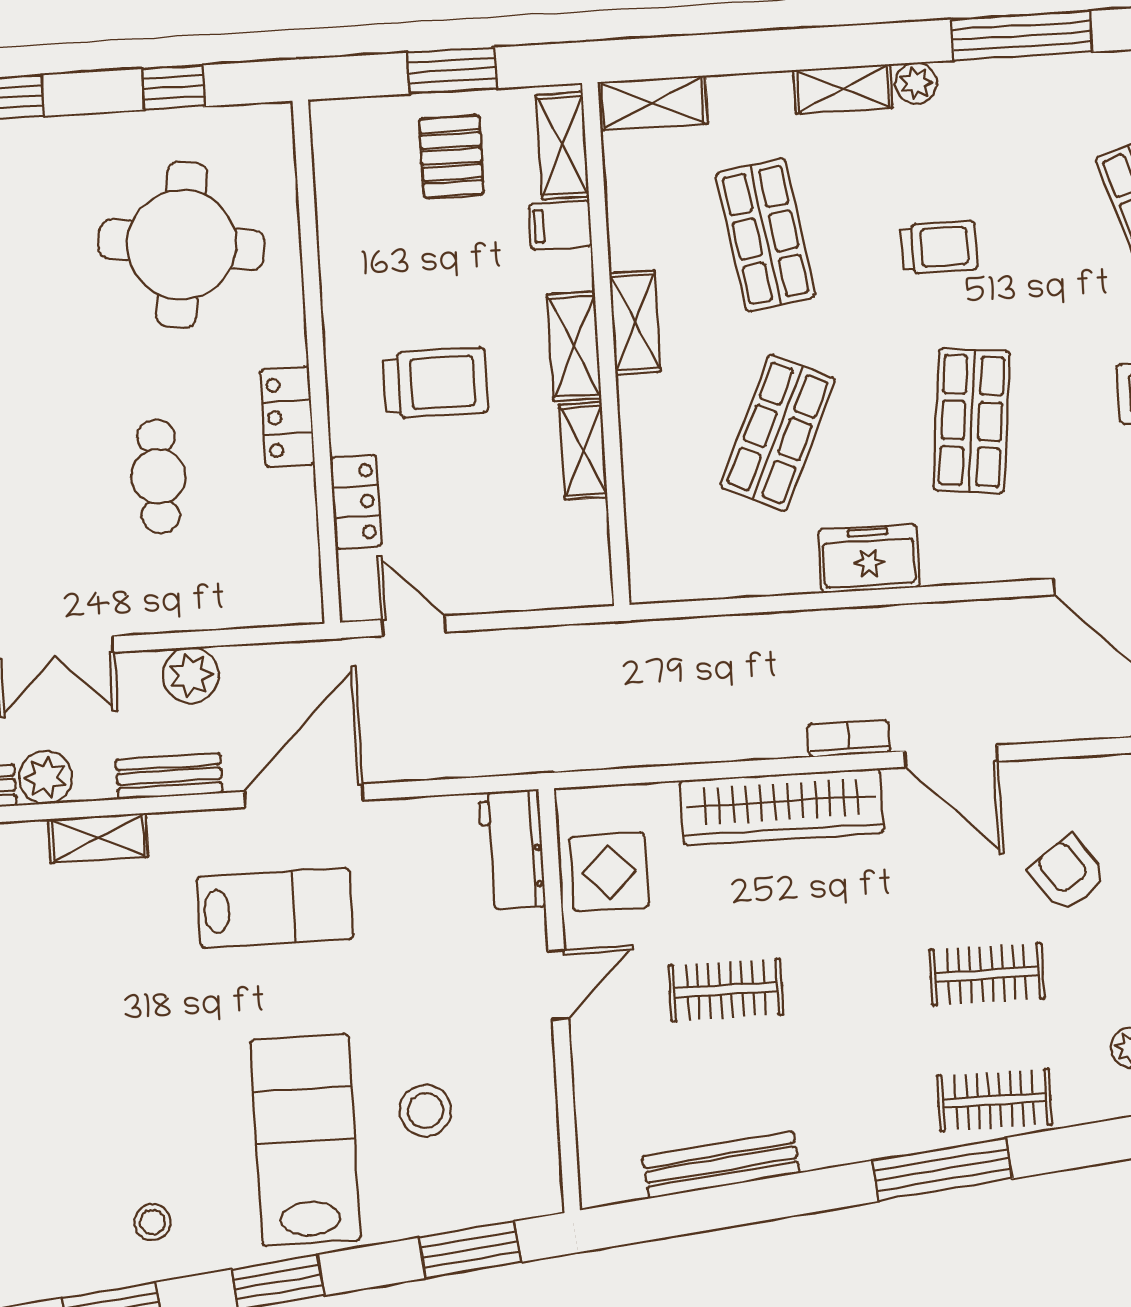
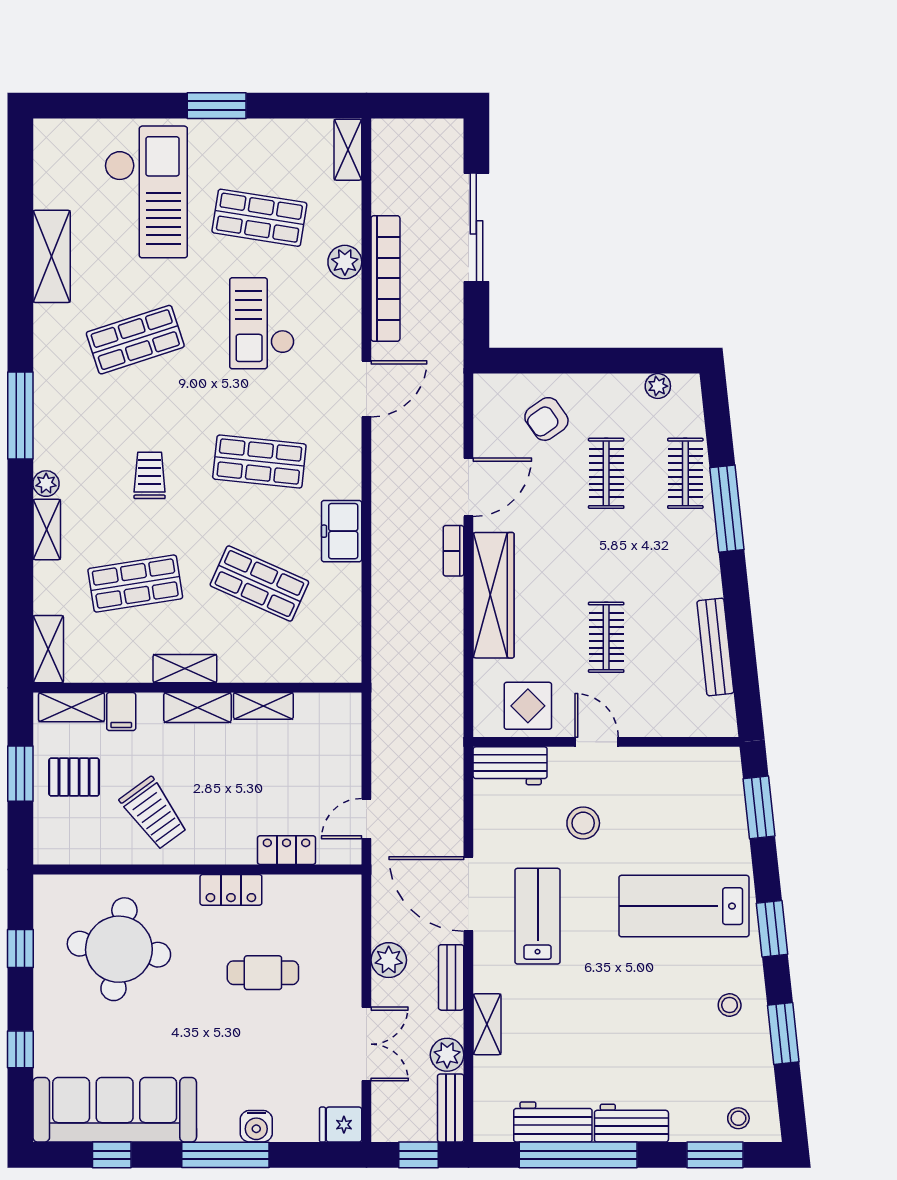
trolley: (435, 383) -> (154, 813), moved, turned 144
stool: (425, 1111) -> (583, 823), moved

